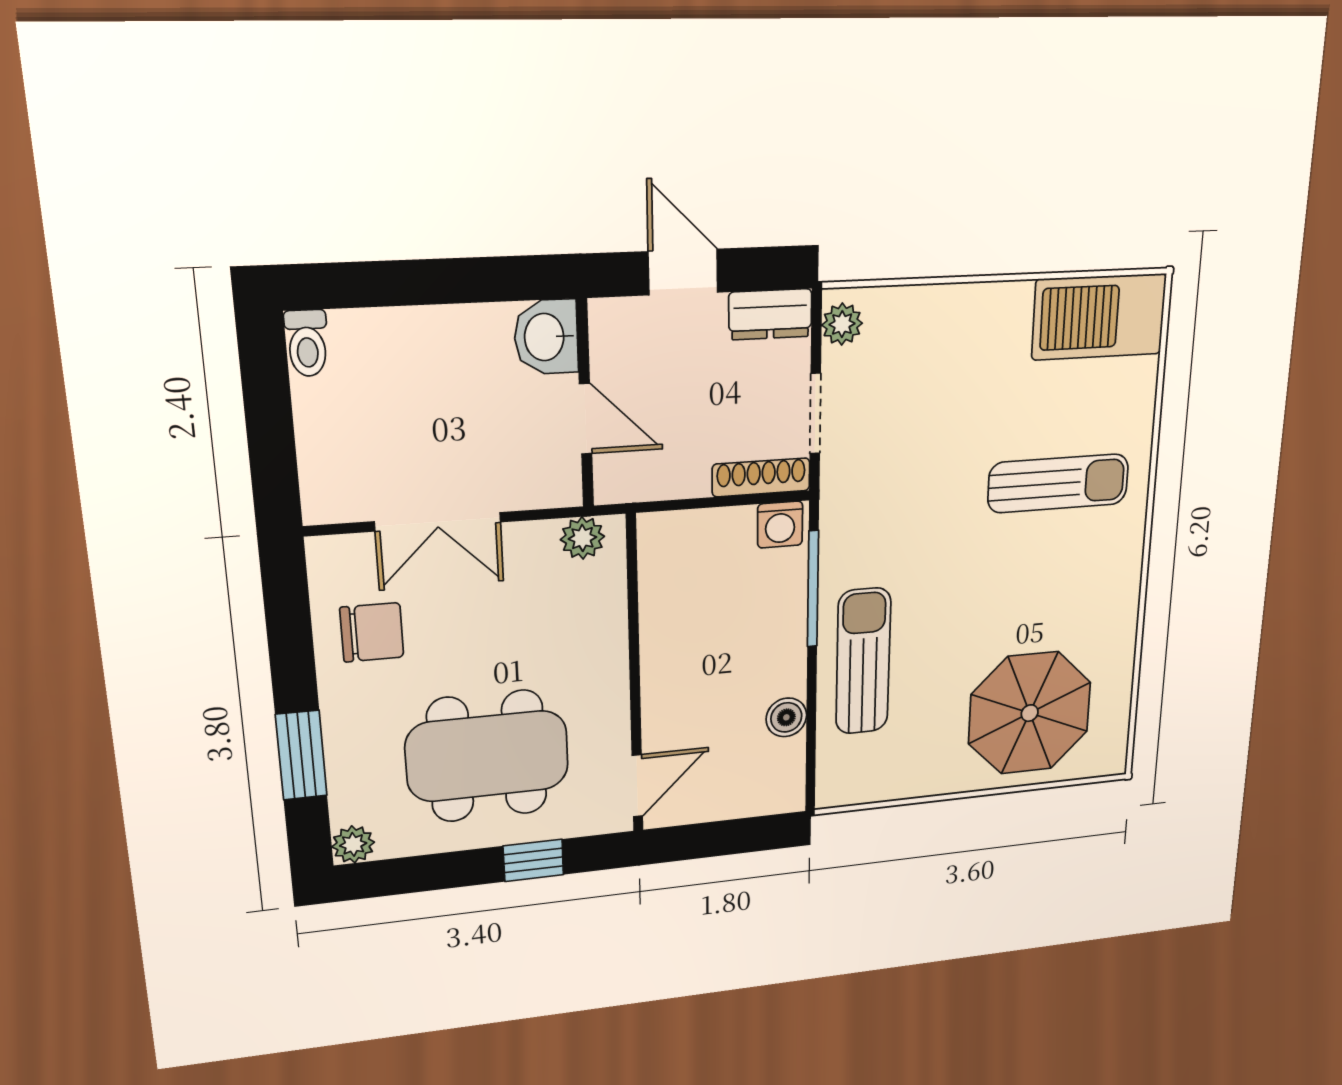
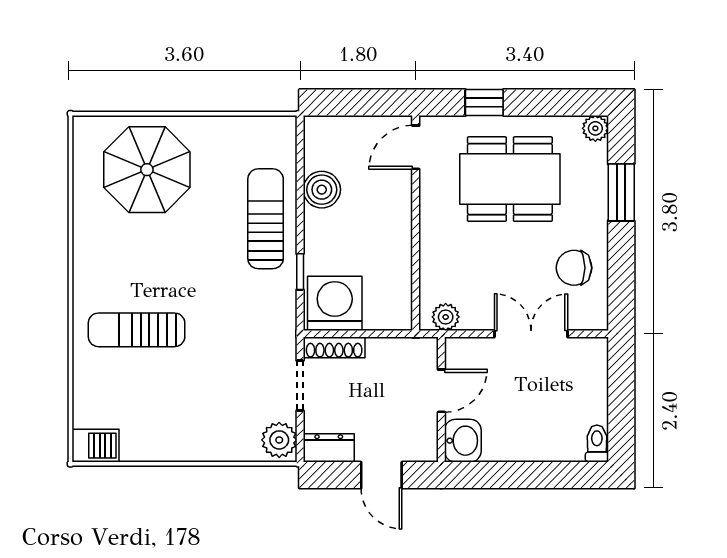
barbecue: (1099, 317) -> (95, 446), width x0.53, depth x0.65
plant: (842, 324) -> (279, 440), width x1.38, depth x1.38
door: (586, 419) -> (441, 391), swing flipped
washing machine: (780, 525) -> (335, 303), width x1.89, depth x1.89
window: (813, 589) -> (300, 272), width x0.46
sun lounger: (863, 661) -> (266, 219), turned 180
boiler: (786, 717) -> (322, 190), width x1.36, depth x1.36

